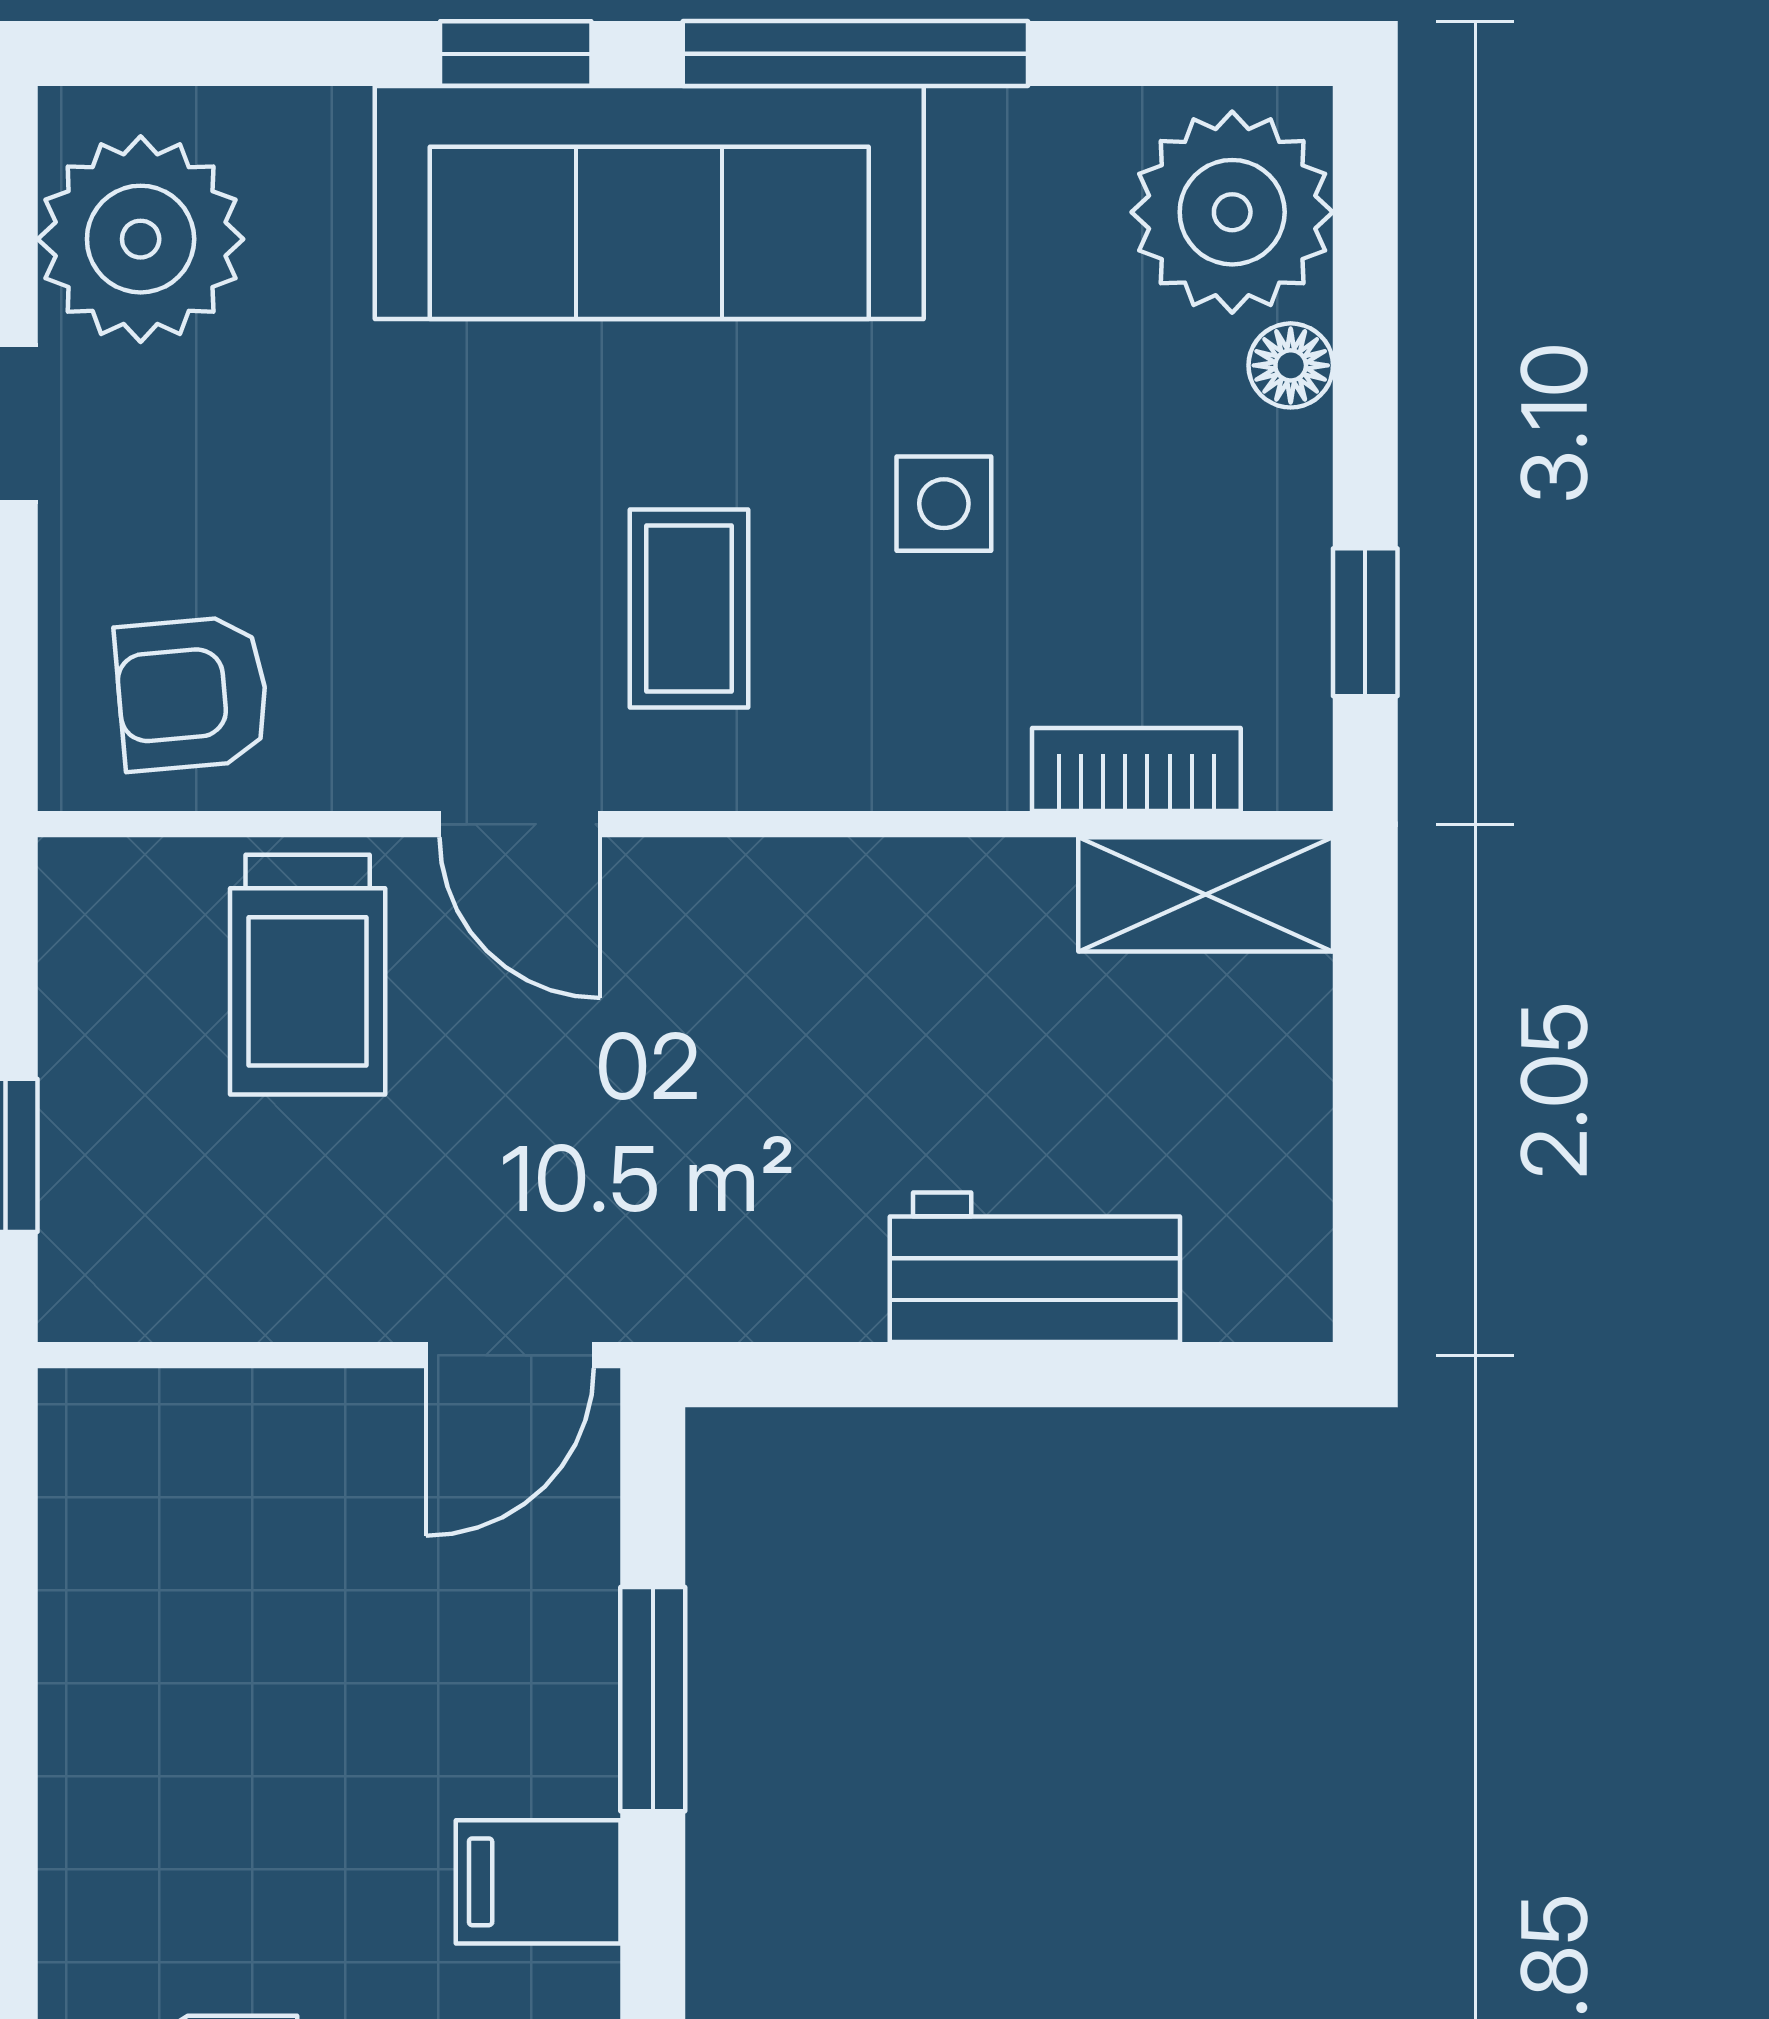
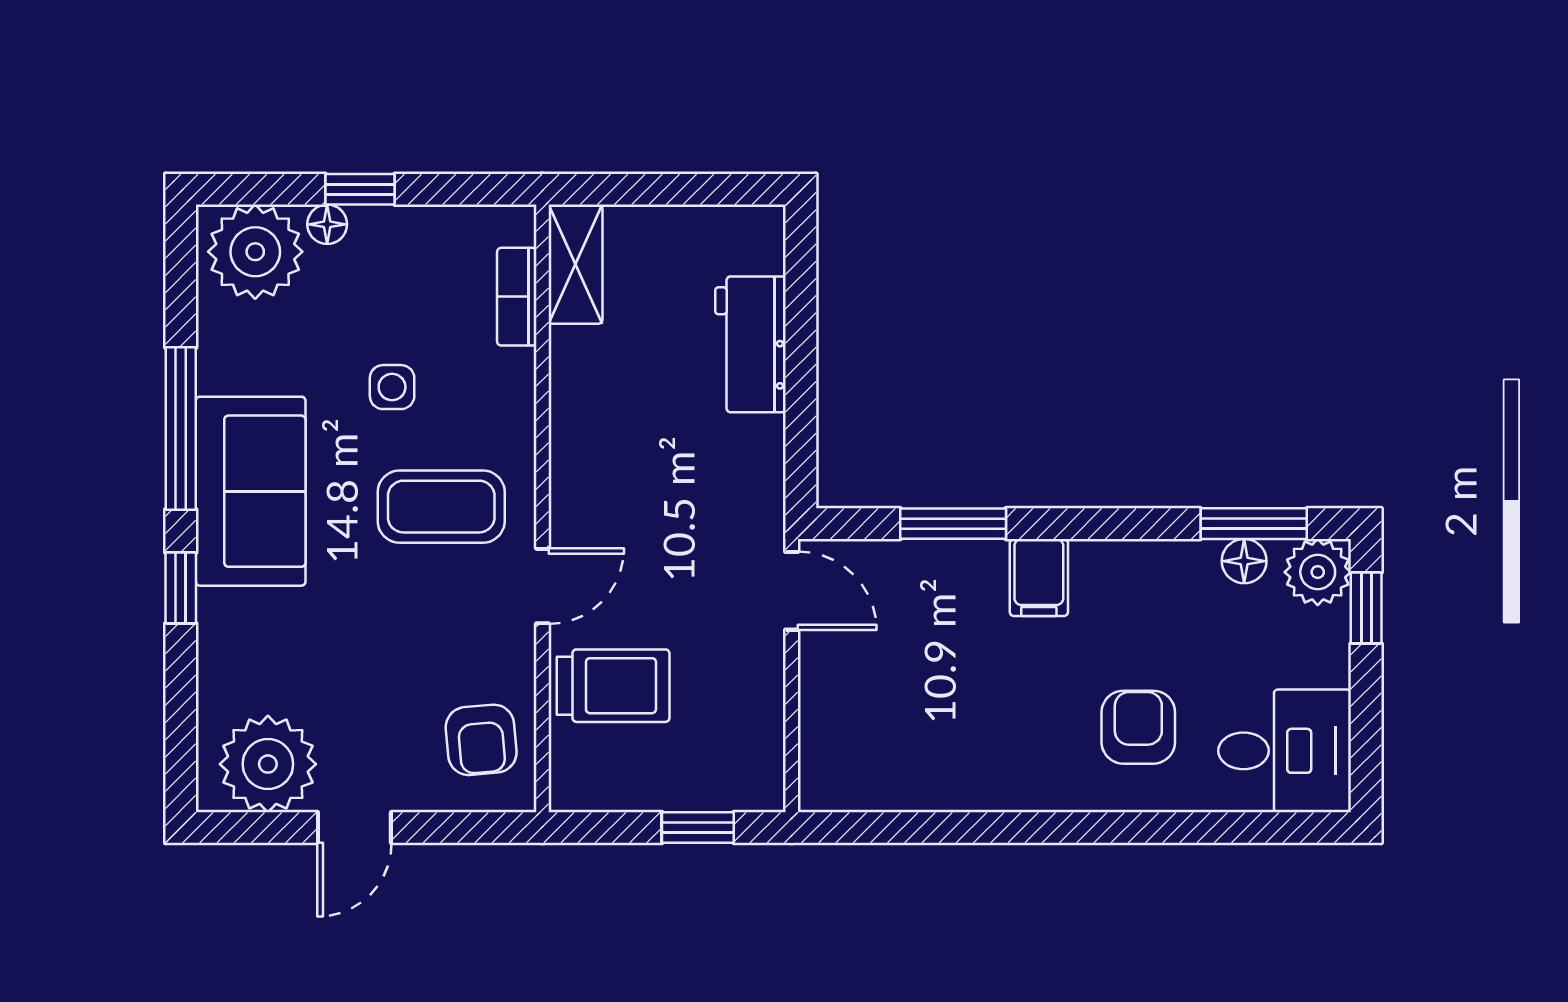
sofa: (649, 202) -> (251, 491), width x0.73
coffee table: (689, 608) -> (441, 507), width x1.36, depth x1.30
window: (1365, 622) -> (360, 189), moved

